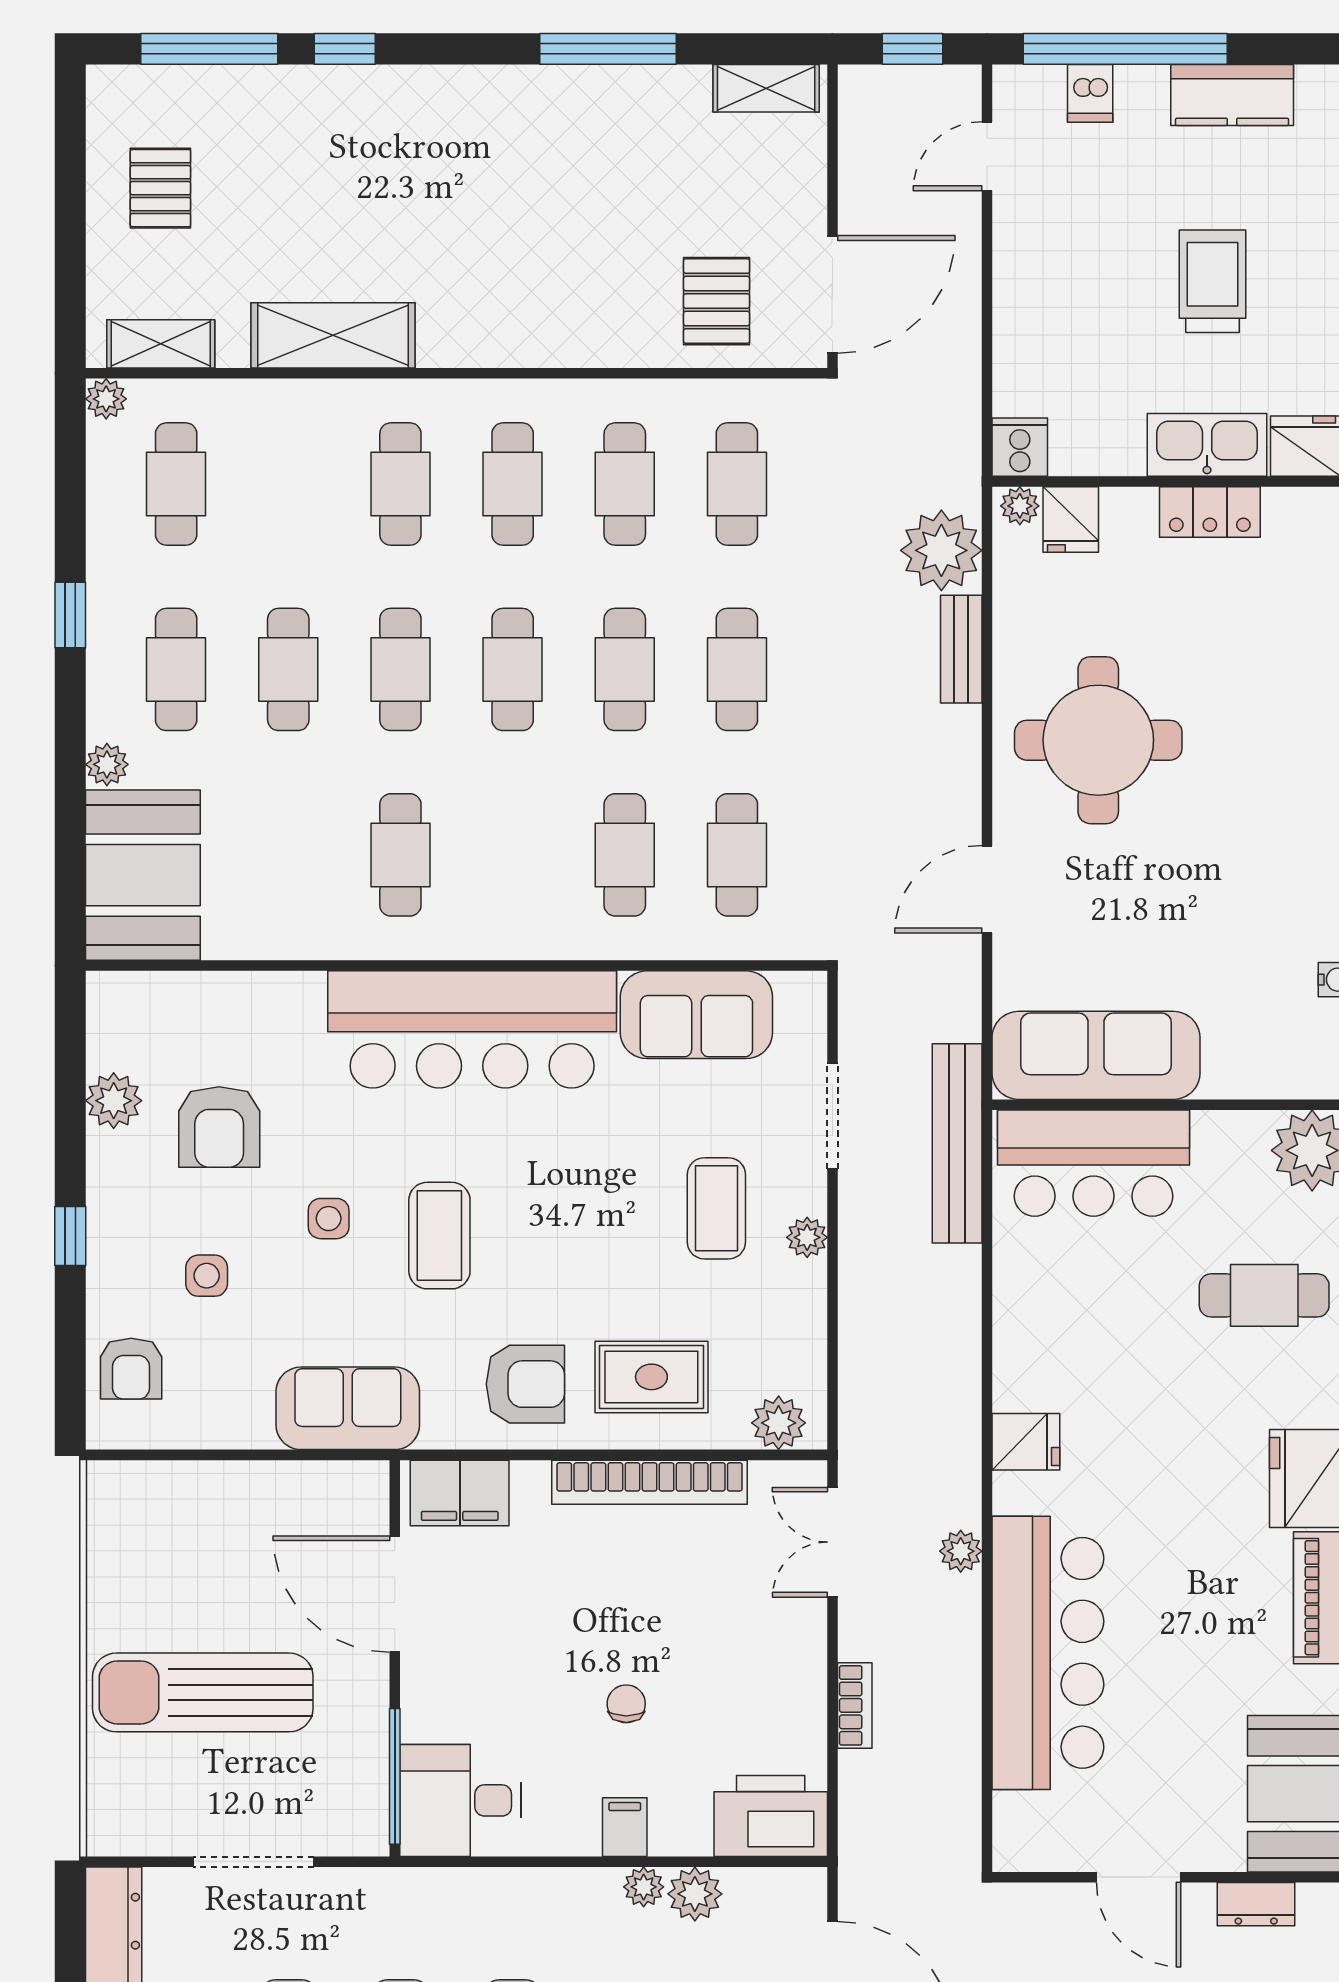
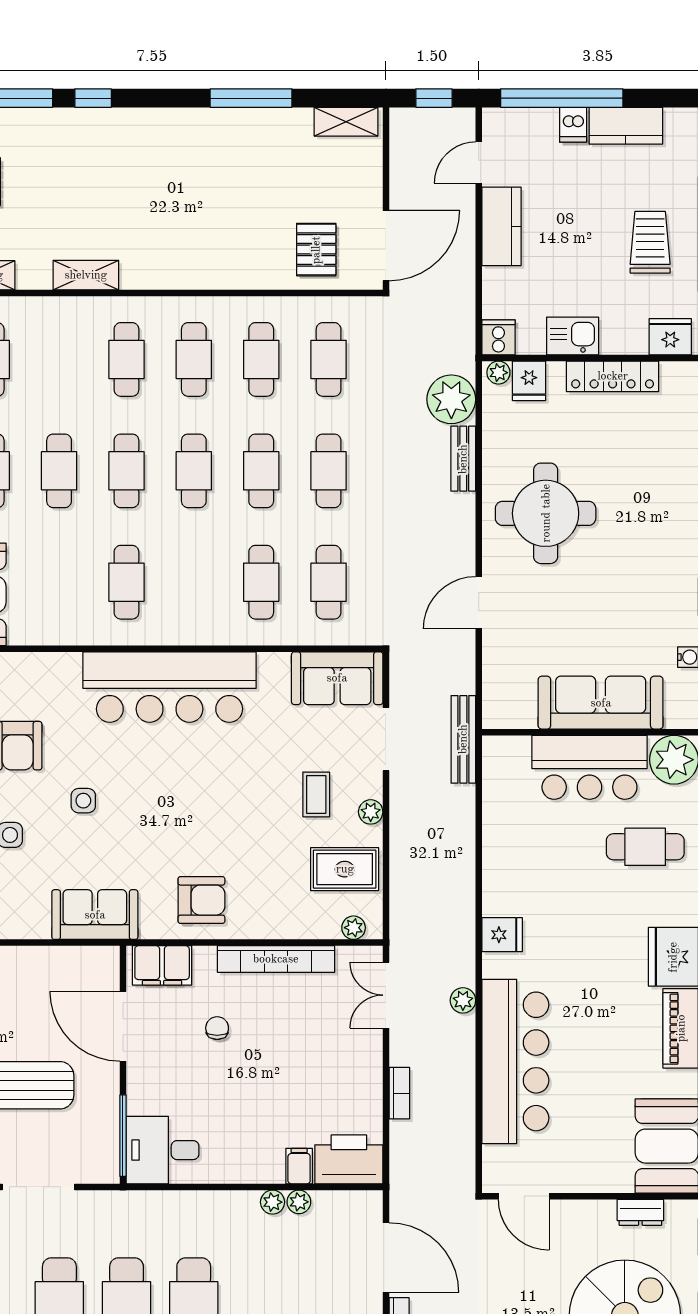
dishwasher: (1090, 93) -> (573, 125), moved
kitchen counter: (1025, 262) -> (501, 226), added
trolley: (1213, 281) -> (650, 242), moved
shelving: (333, 335) -> (86, 275), width x0.67, depth x0.75
kitchen sink: (1207, 445) -> (573, 336), moved, width x0.73
locker: (1210, 512) -> (613, 376), width x1.53
sofa: (696, 1015) -> (337, 678), moved
sofa: (1096, 1055) -> (601, 703), moved
bench: (957, 1143) -> (463, 739), width x0.73, depth x0.82
bar counter: (1093, 1163) -> (589, 767), moved
coffee table: (716, 1208) -> (316, 794), width x0.73, depth x0.77
coffee table: (439, 1236) -> (150, 811), removed
rug: (651, 1377) -> (345, 869), moved
plant: (779, 1423) -> (354, 928), width x0.73, depth x0.73
chair: (626, 1704) -> (217, 1028), moved
filing cabinet: (625, 1827) -> (299, 1166), moved
door: (1139, 1877) -> (524, 1196), moved
plant: (695, 1894) -> (299, 1202), width x0.73, depth x0.73

